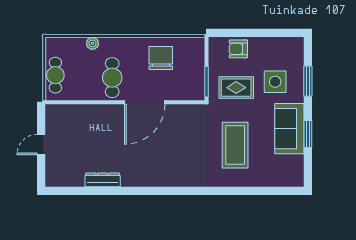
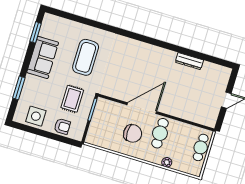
chair: (161, 58) -> (133, 133), moved, turned -90
side table: (275, 82) -> (36, 116), moved
rug: (236, 88) -> (72, 99), turned 90
window: (308, 134) -> (36, 32), moved

